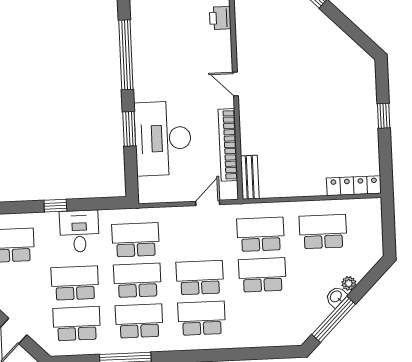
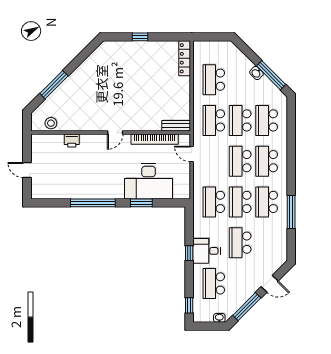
desk: (79, 231) -> (207, 251), moved
plant: (349, 283) -> (248, 64), removed
school desk: (77, 324) -> (267, 120), moved

